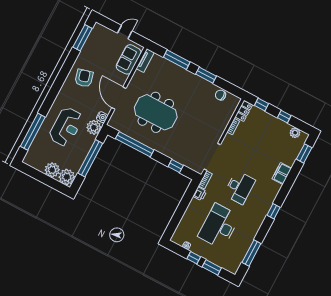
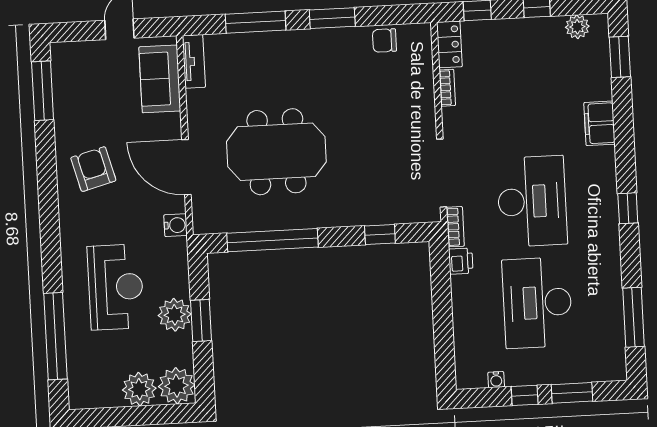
plant: (94, 127) -> (175, 315), moved
window: (90, 158) -> (201, 321), width x0.47
desk: (239, 187) -> (532, 201), width x1.36, depth x1.30

